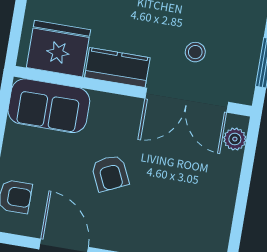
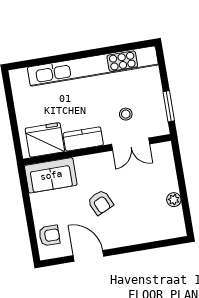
double door: (187, 100) -> (131, 144), width x0.73
plant: (235, 139) -> (174, 200), moved

